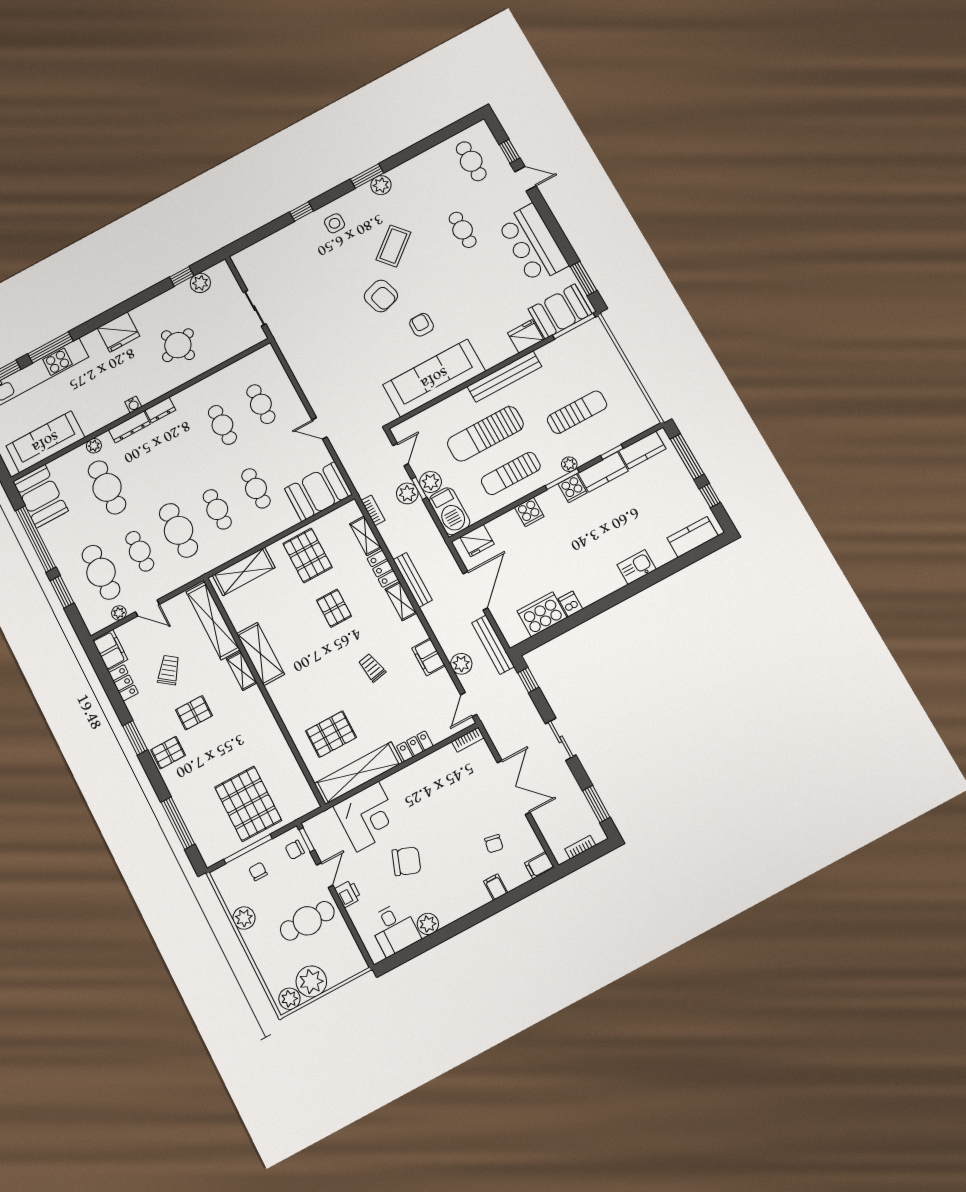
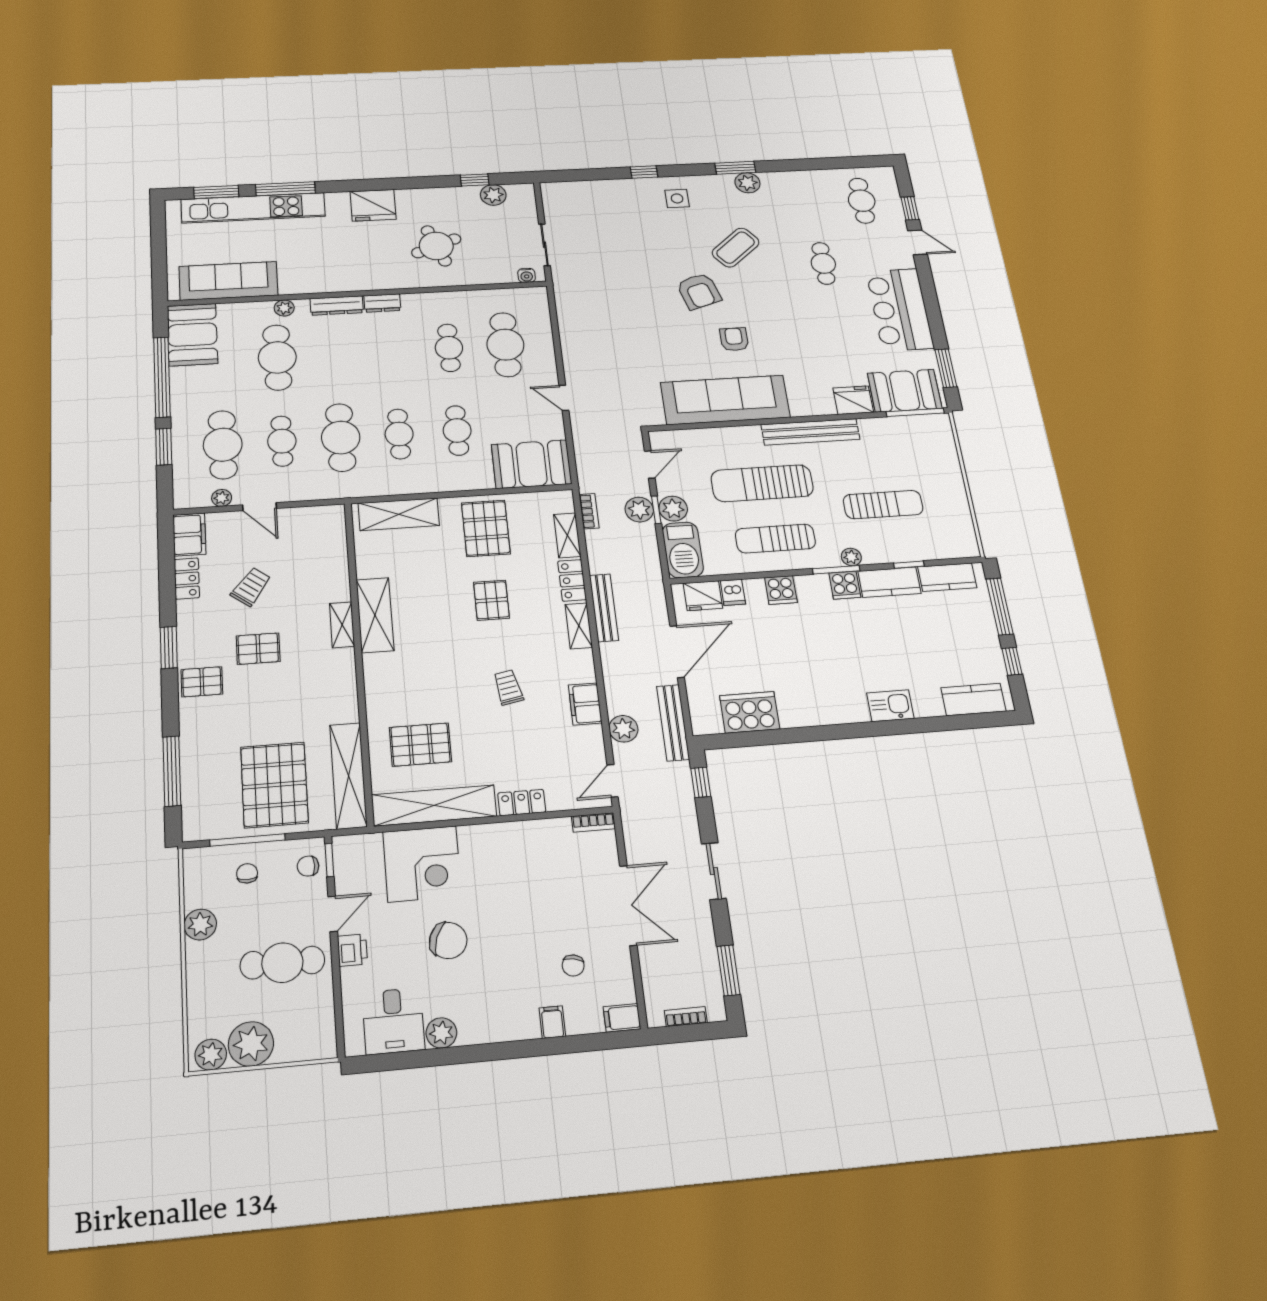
water cooler: (133, 404) -> (527, 275), moved
cafe table: (261, 404) -> (505, 345), width x1.37, depth x1.35
dishwasher: (571, 604) -> (733, 592), moved, turned 180
shelving: (213, 621) -> (348, 775), moved

